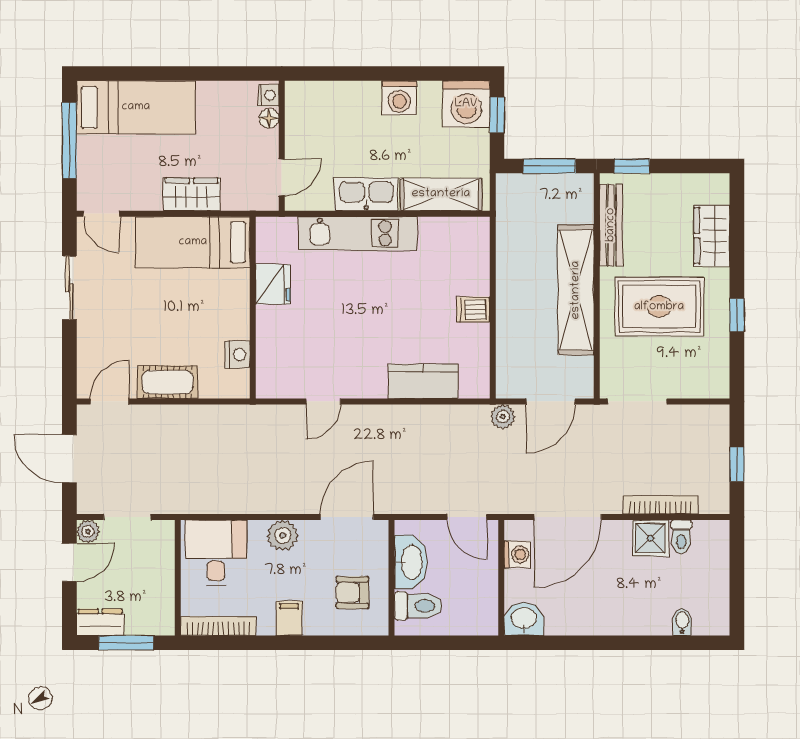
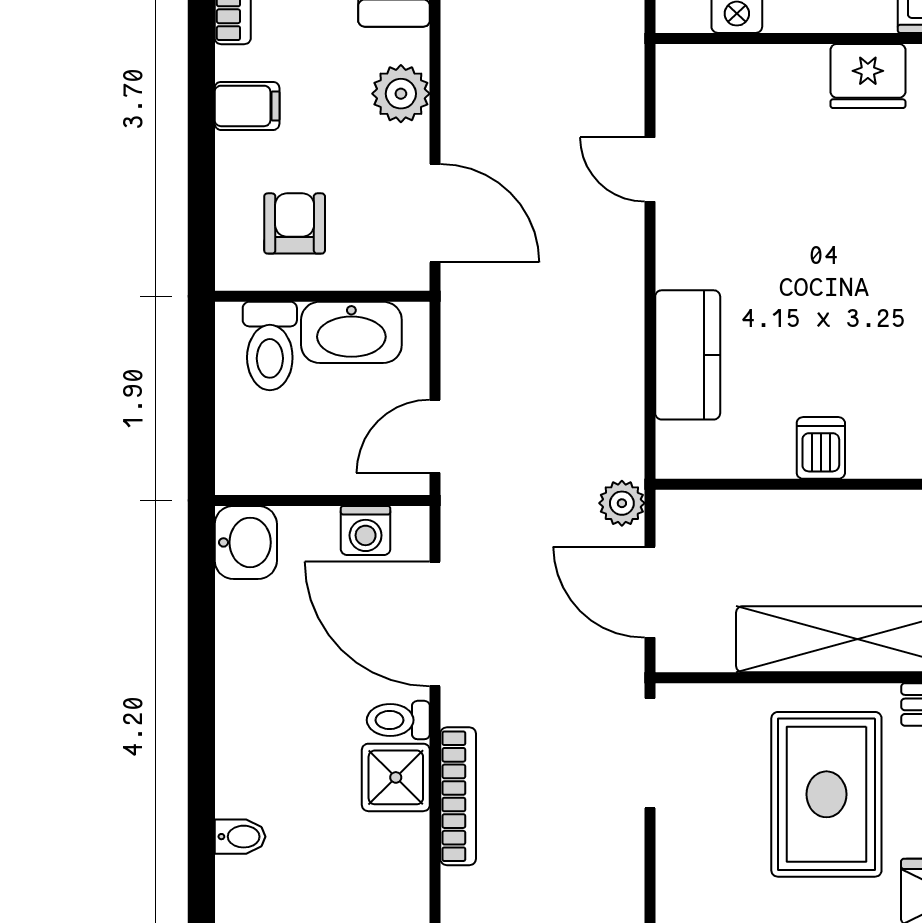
toilet: (681, 537) -> (398, 720), moved

